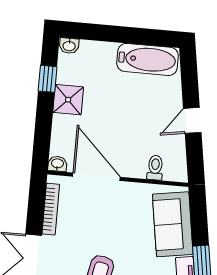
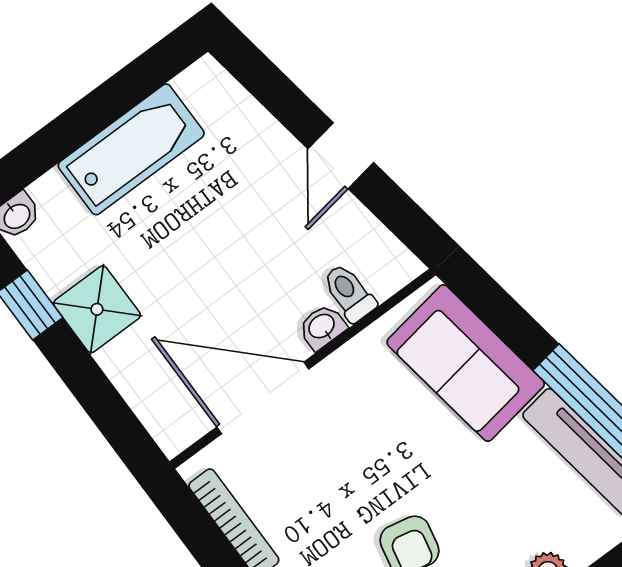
bathtub: (148, 59) -> (131, 149), moved
washbasin: (57, 164) -> (322, 327), moved

